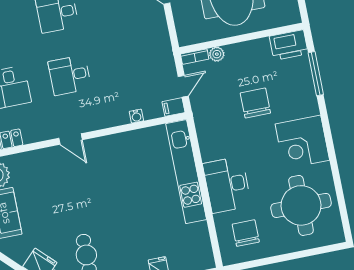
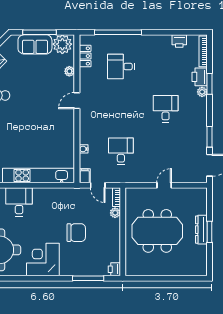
printer: (289, 45) -> (114, 269), width x0.53, depth x0.68
desk: (70, 75) -> (121, 151), moved
plant: (32, 158) -> (69, 71), added
desk: (227, 185) -> (19, 202), width x0.73

